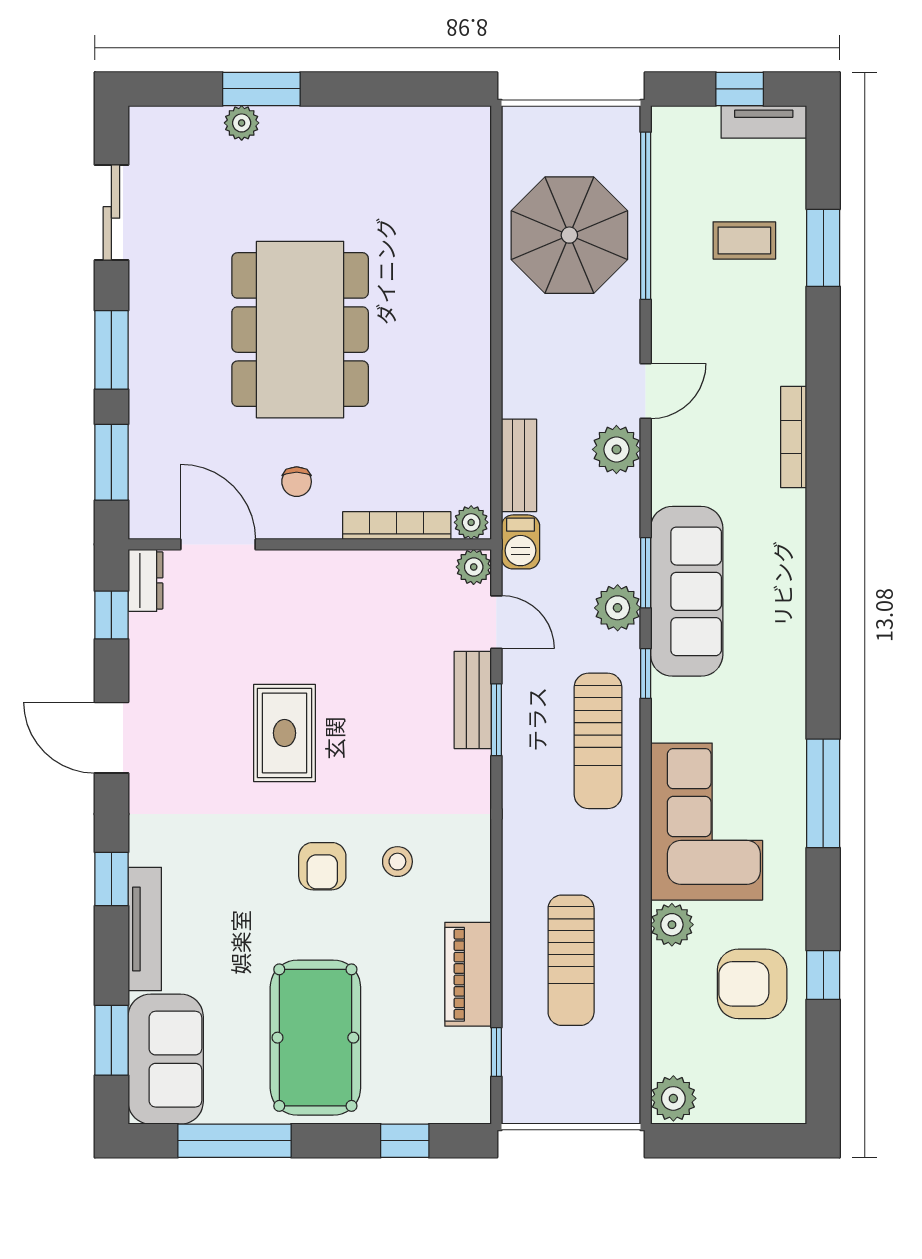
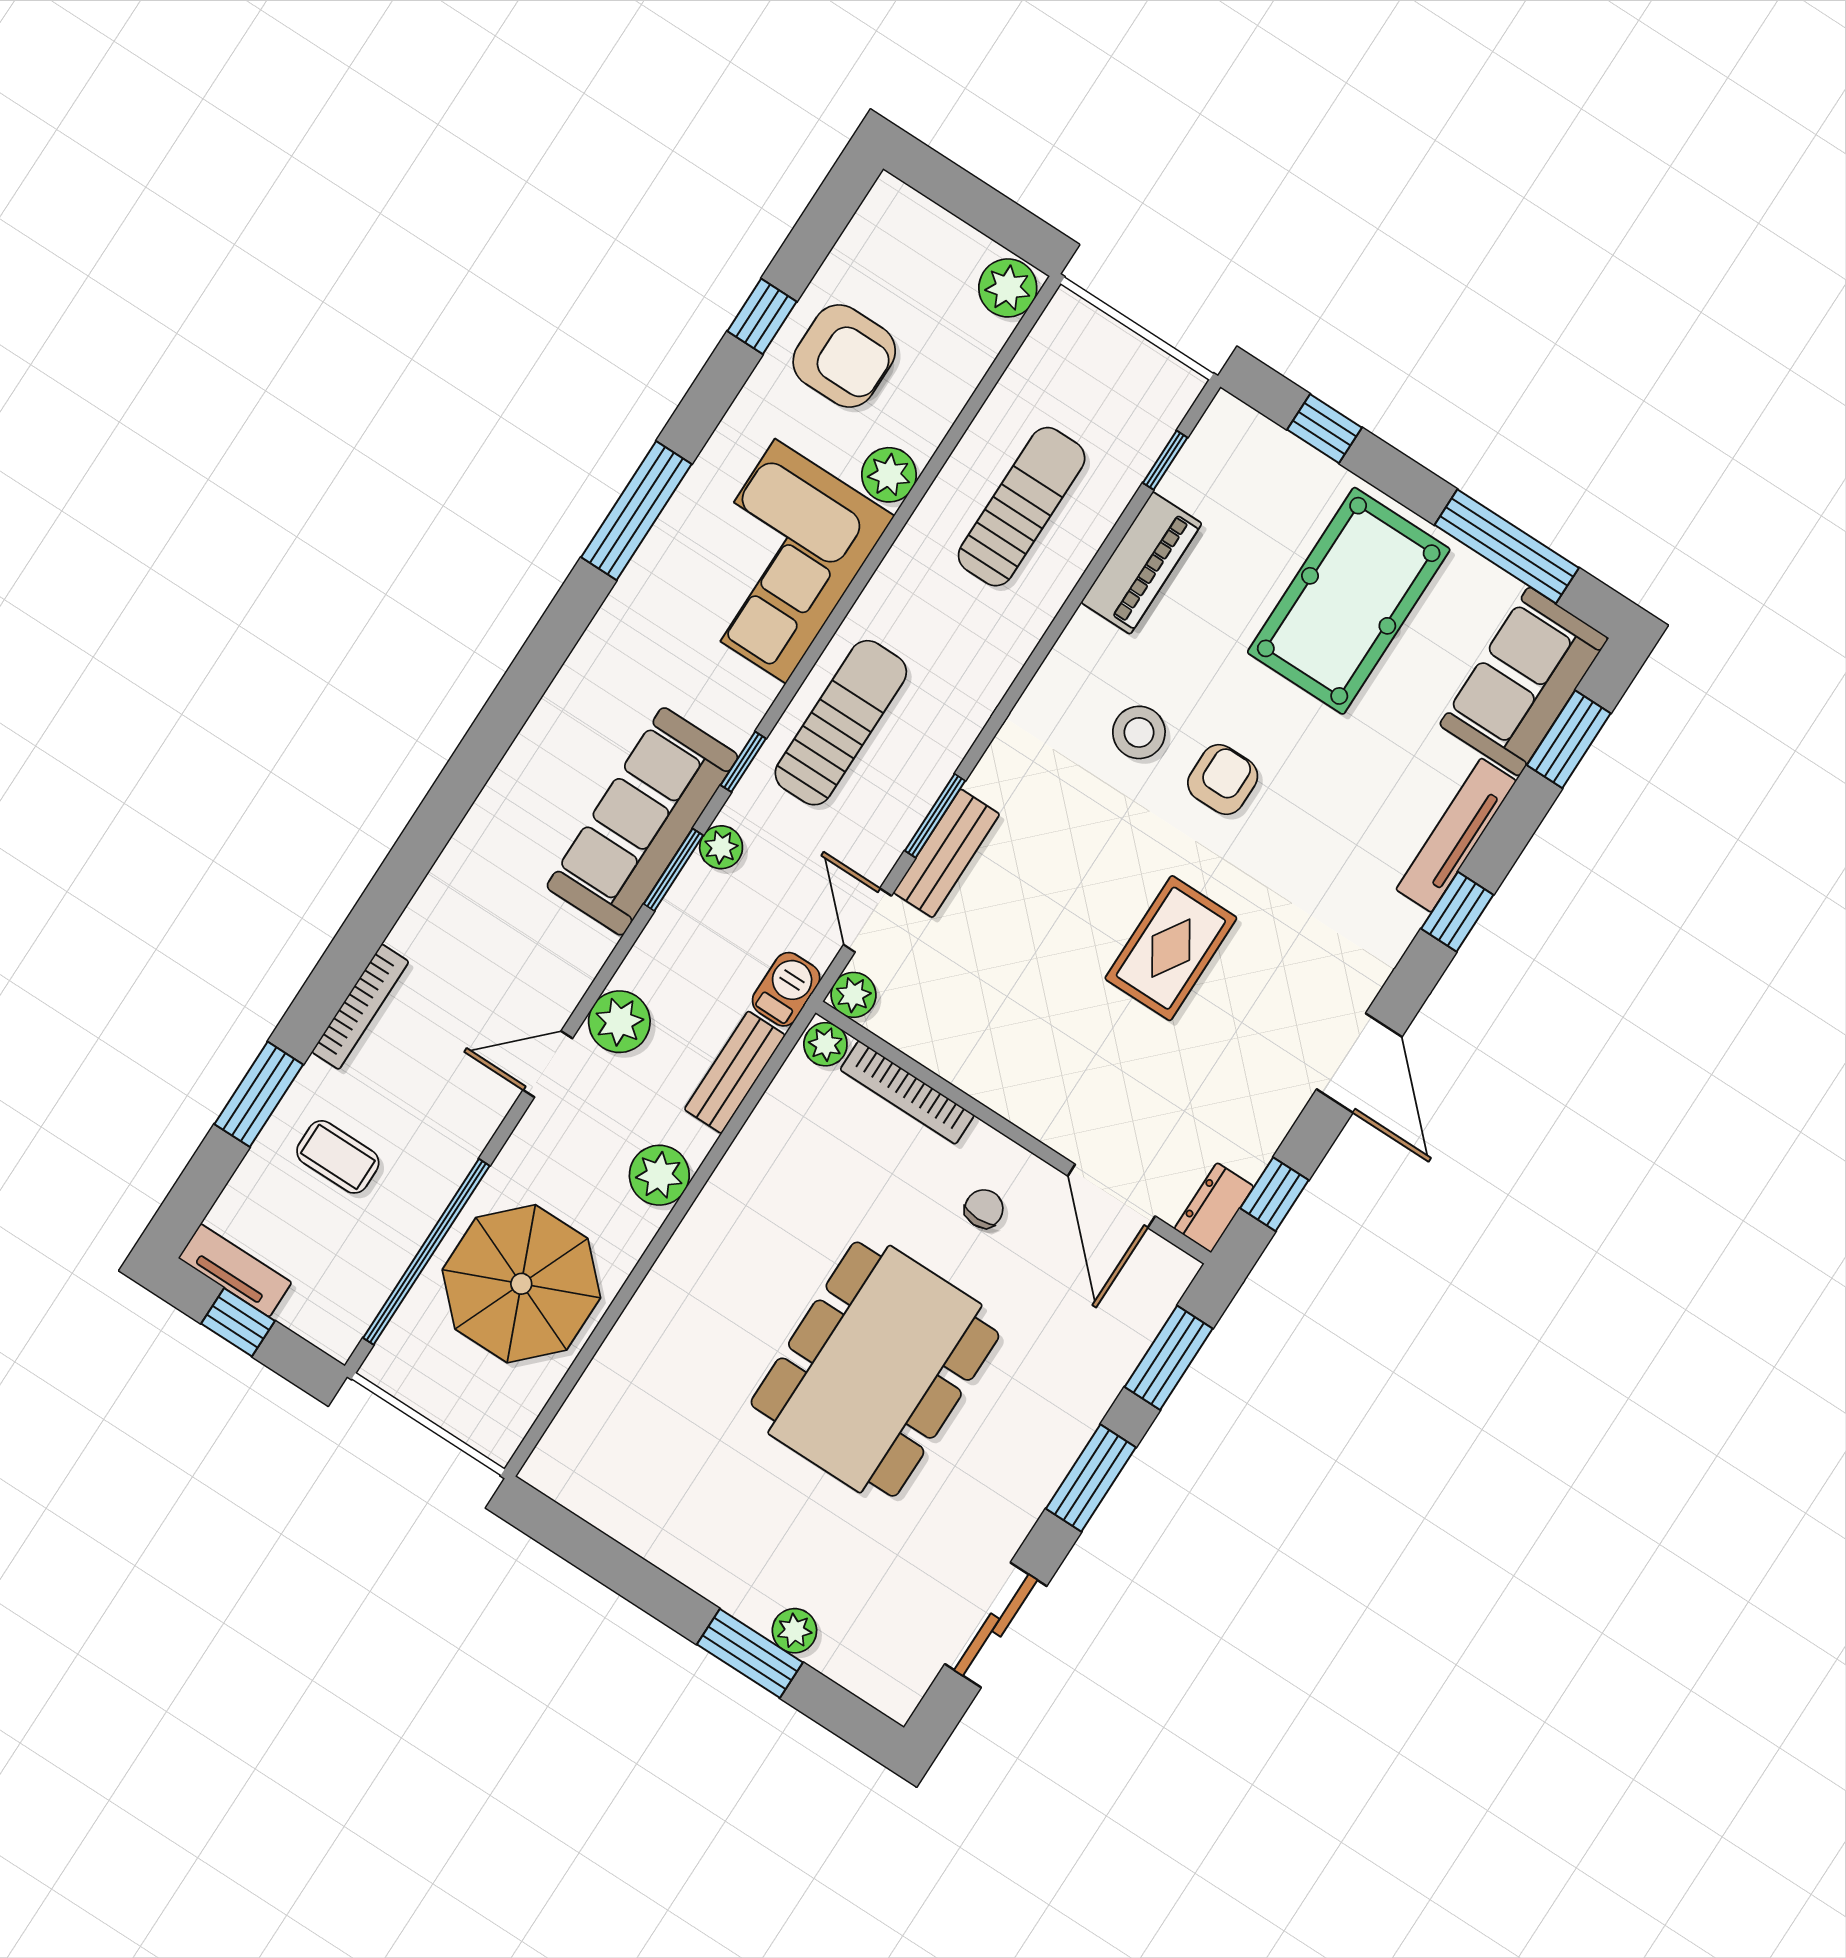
plant: (525, 365) -> (659, 1175), added
bookcase: (794, 437) -> (360, 1007), moved
plant: (618, 608) -> (721, 847), width x0.73, depth x0.73
stool: (397, 862) -> (1139, 732), width x1.37, depth x1.37

